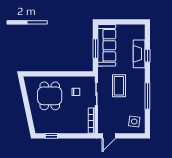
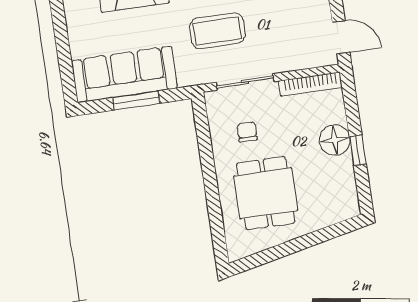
dining table: (50, 96) -> (266, 193), turned 90
floor lamp: (67, 127) -> (335, 140), added
window: (51, 136) -> (358, 150), moved

